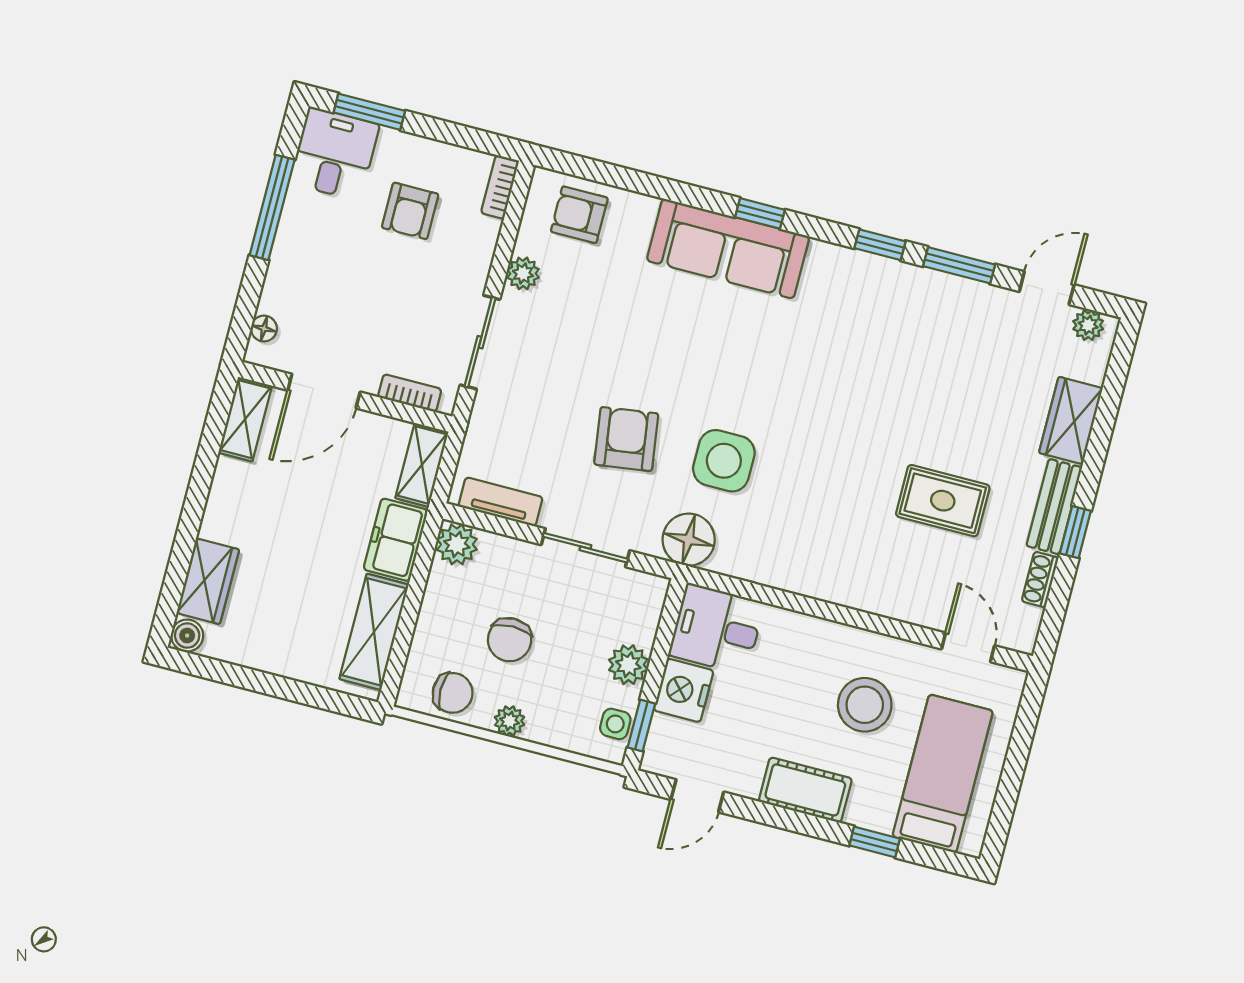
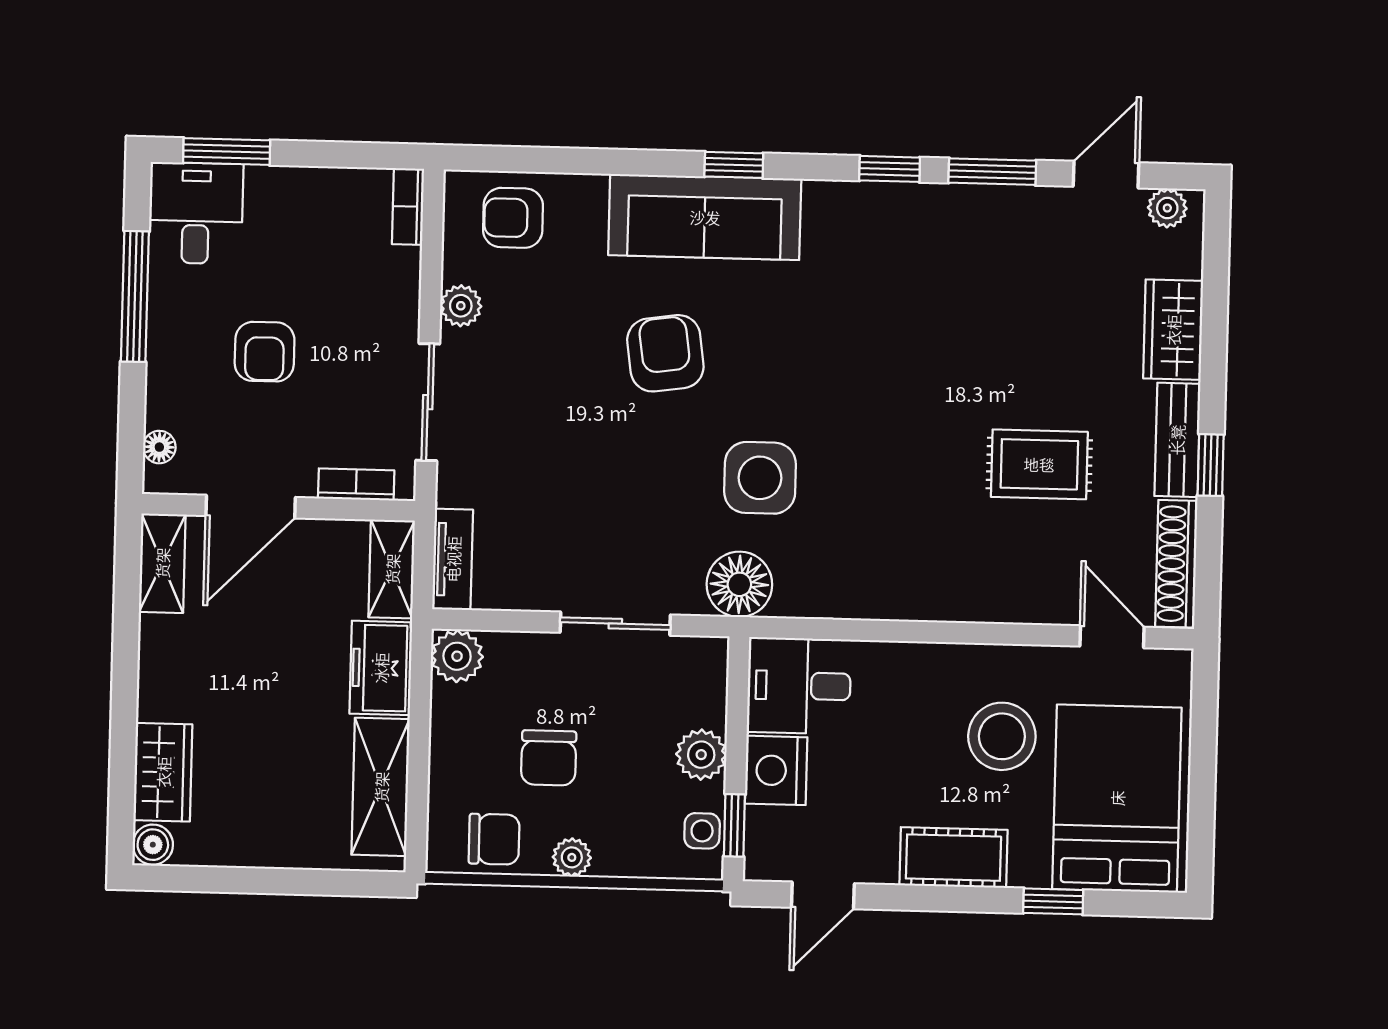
armchair: (410, 211) -> (265, 352), moved
armchair: (626, 439) -> (665, 353), moved
tv unit: (501, 502) -> (453, 559), moved, turned 90
shoe rack: (1040, 580) -> (1176, 564), width x1.94, depth x1.24
bed: (943, 774) -> (1117, 798), width x1.50

